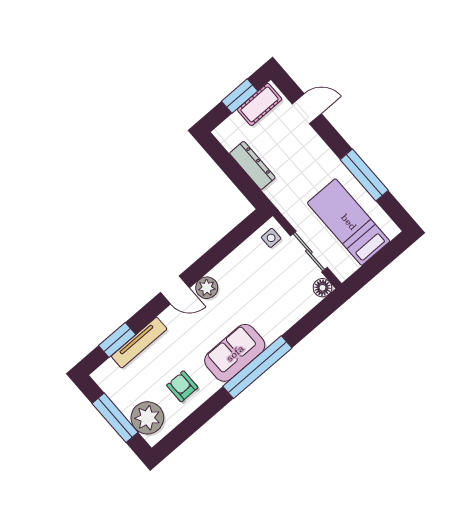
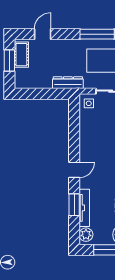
dresser: (252, 165) -> (68, 83), moved
plant: (207, 288) -> (86, 235), moved
window: (117, 340) -> (74, 205), moved

